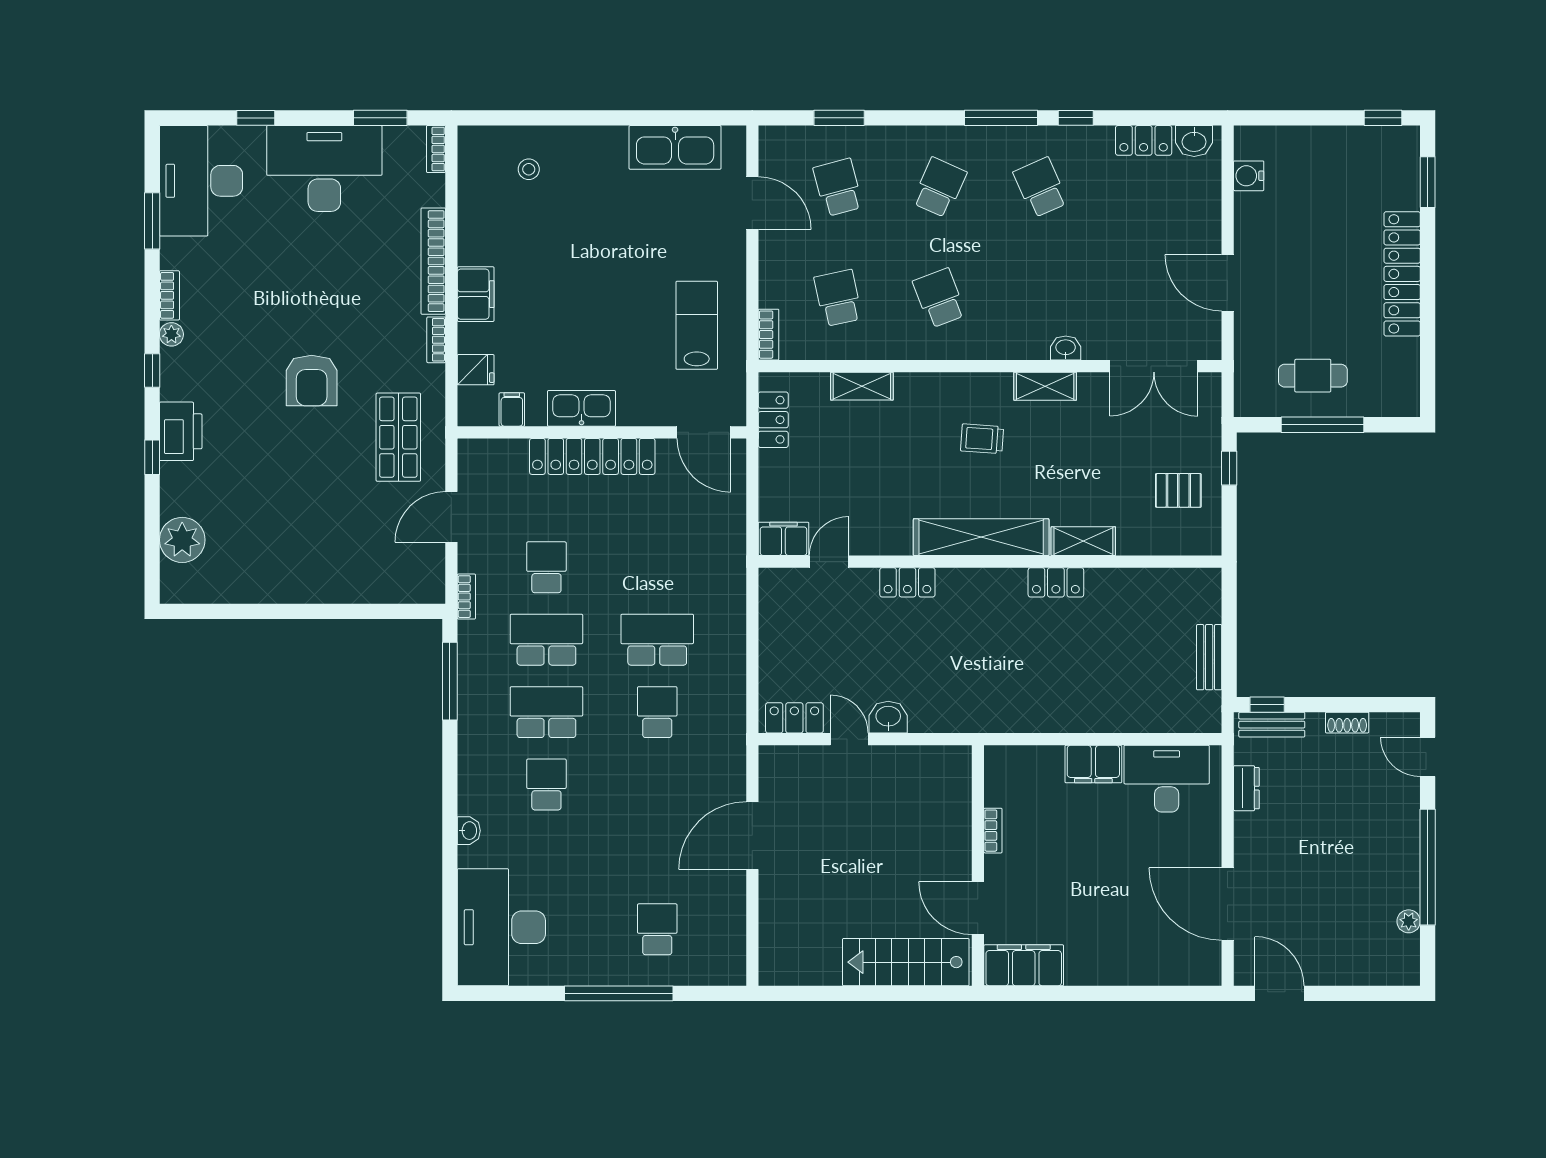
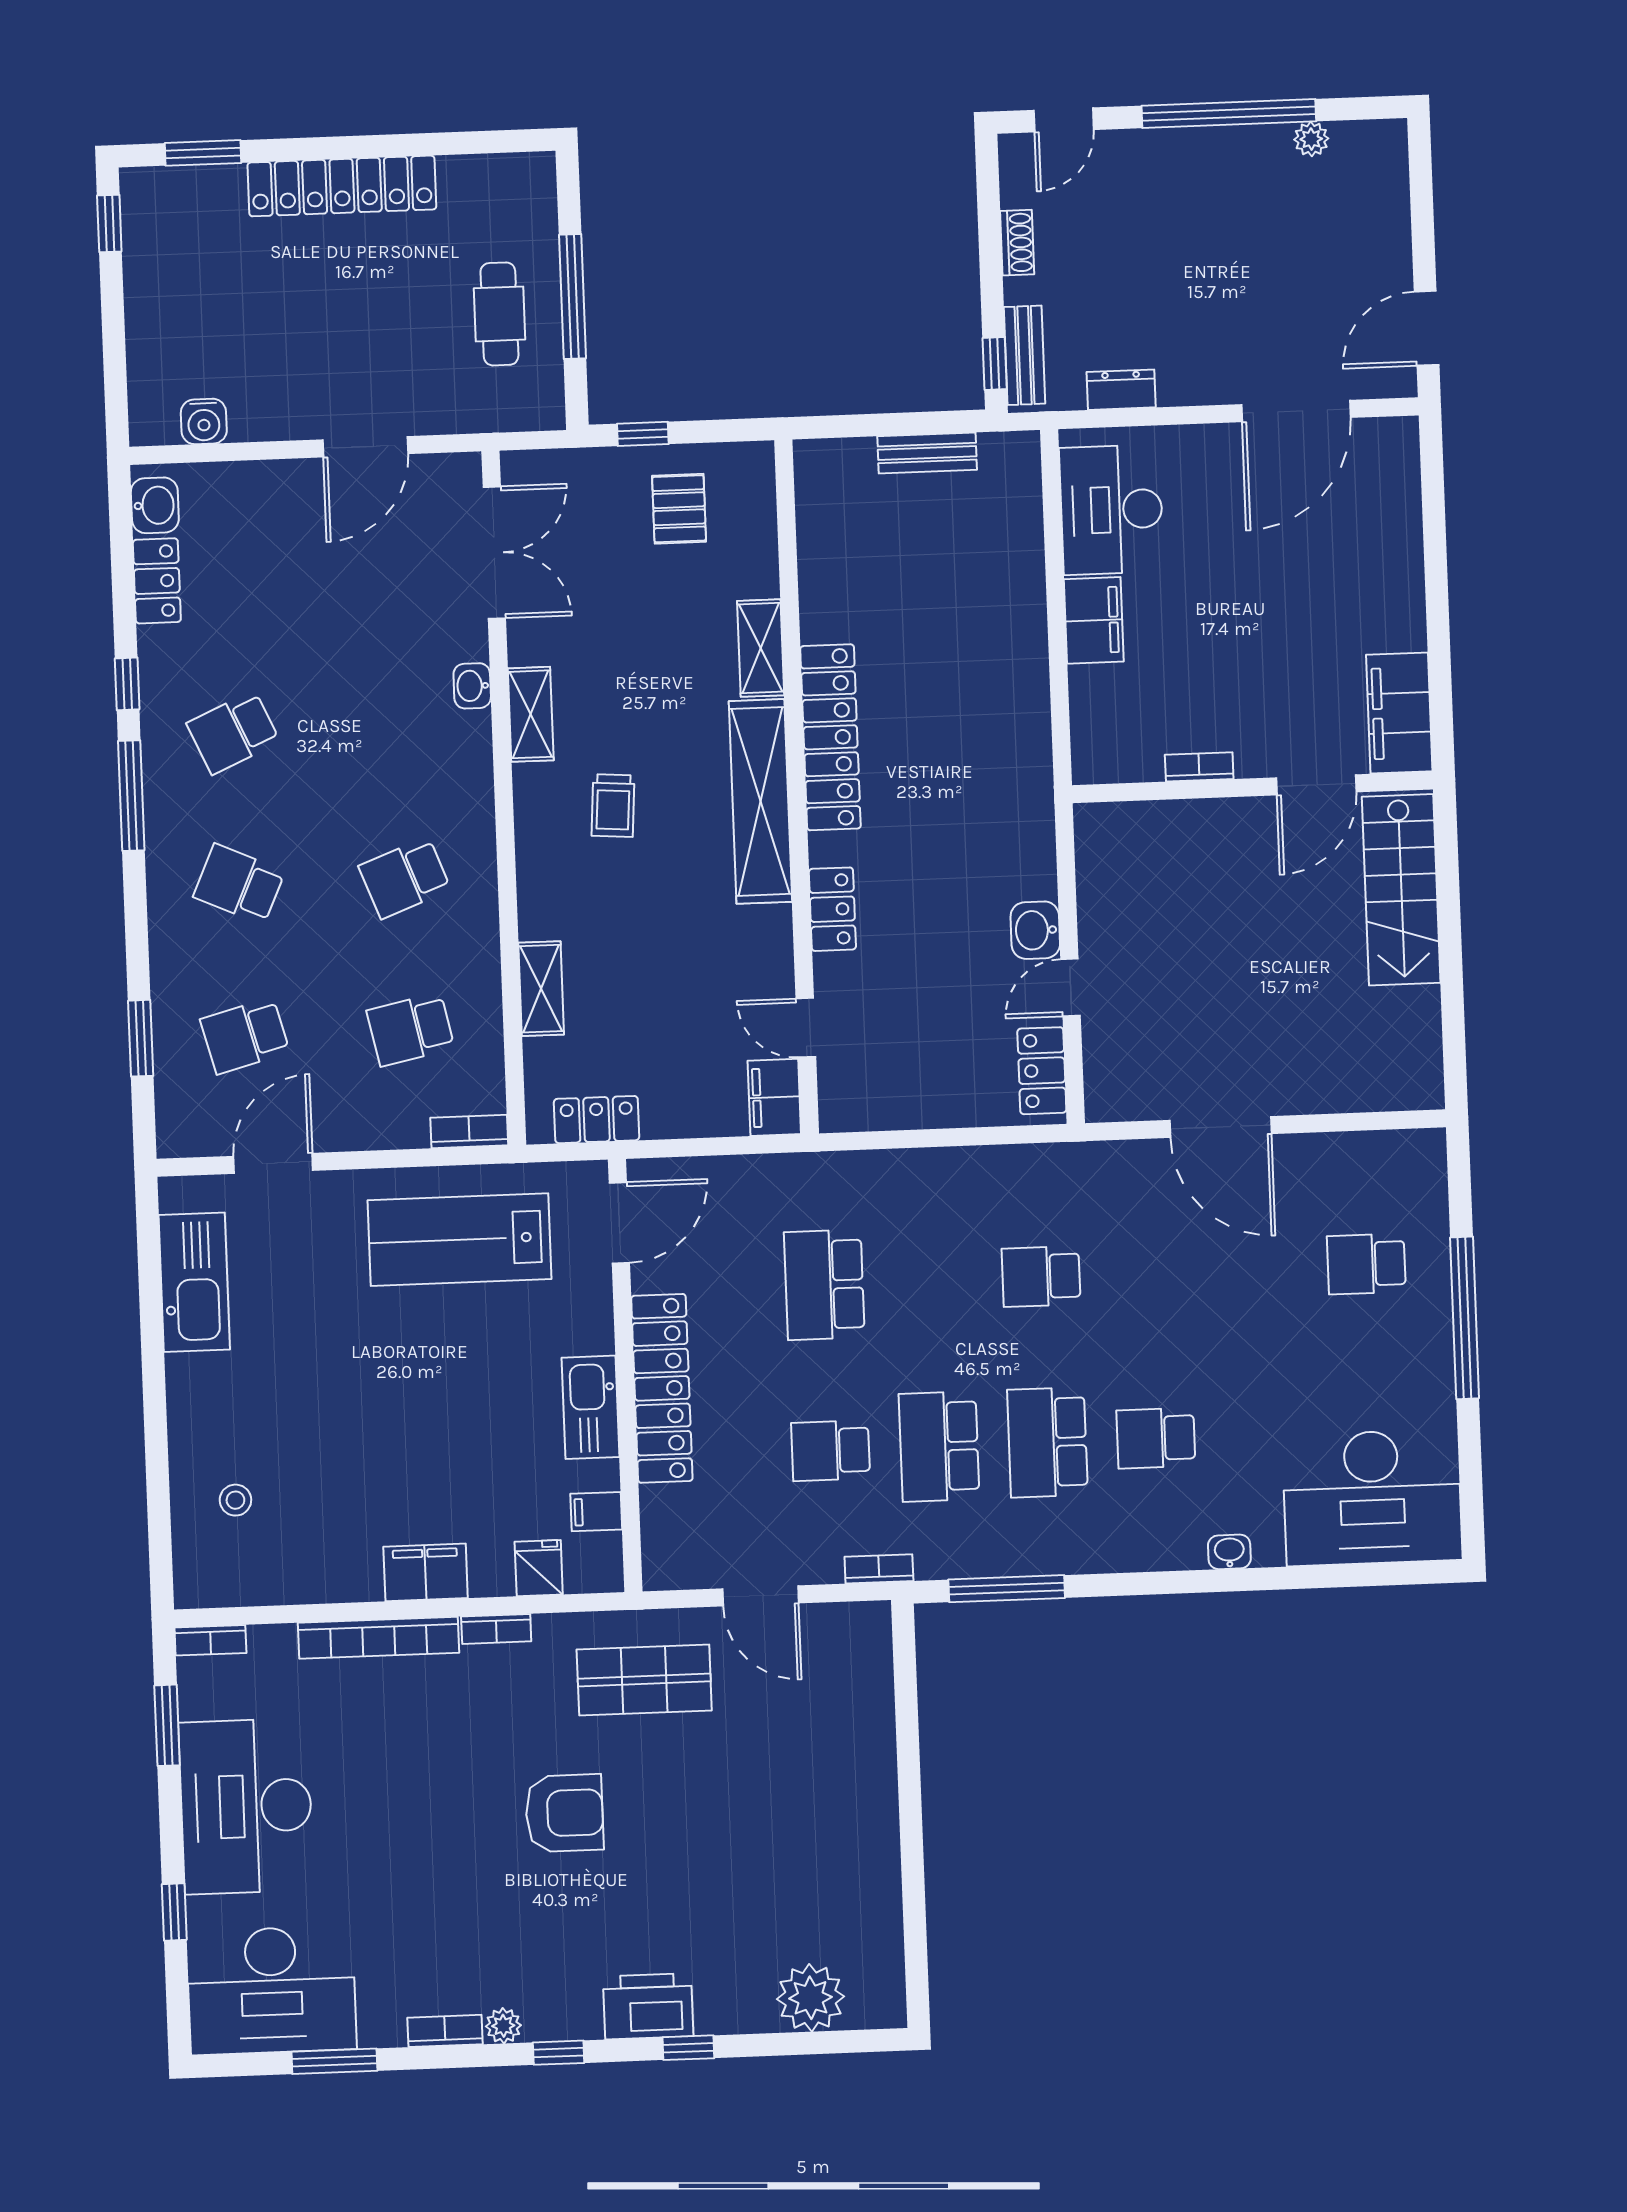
lab bench: (697, 325) -> (459, 1240), width x1.36, depth x1.39
locker: (1056, 582) -> (830, 737), width x2.16, depth x1.21
school desk: (657, 640) -> (824, 1285), moved

